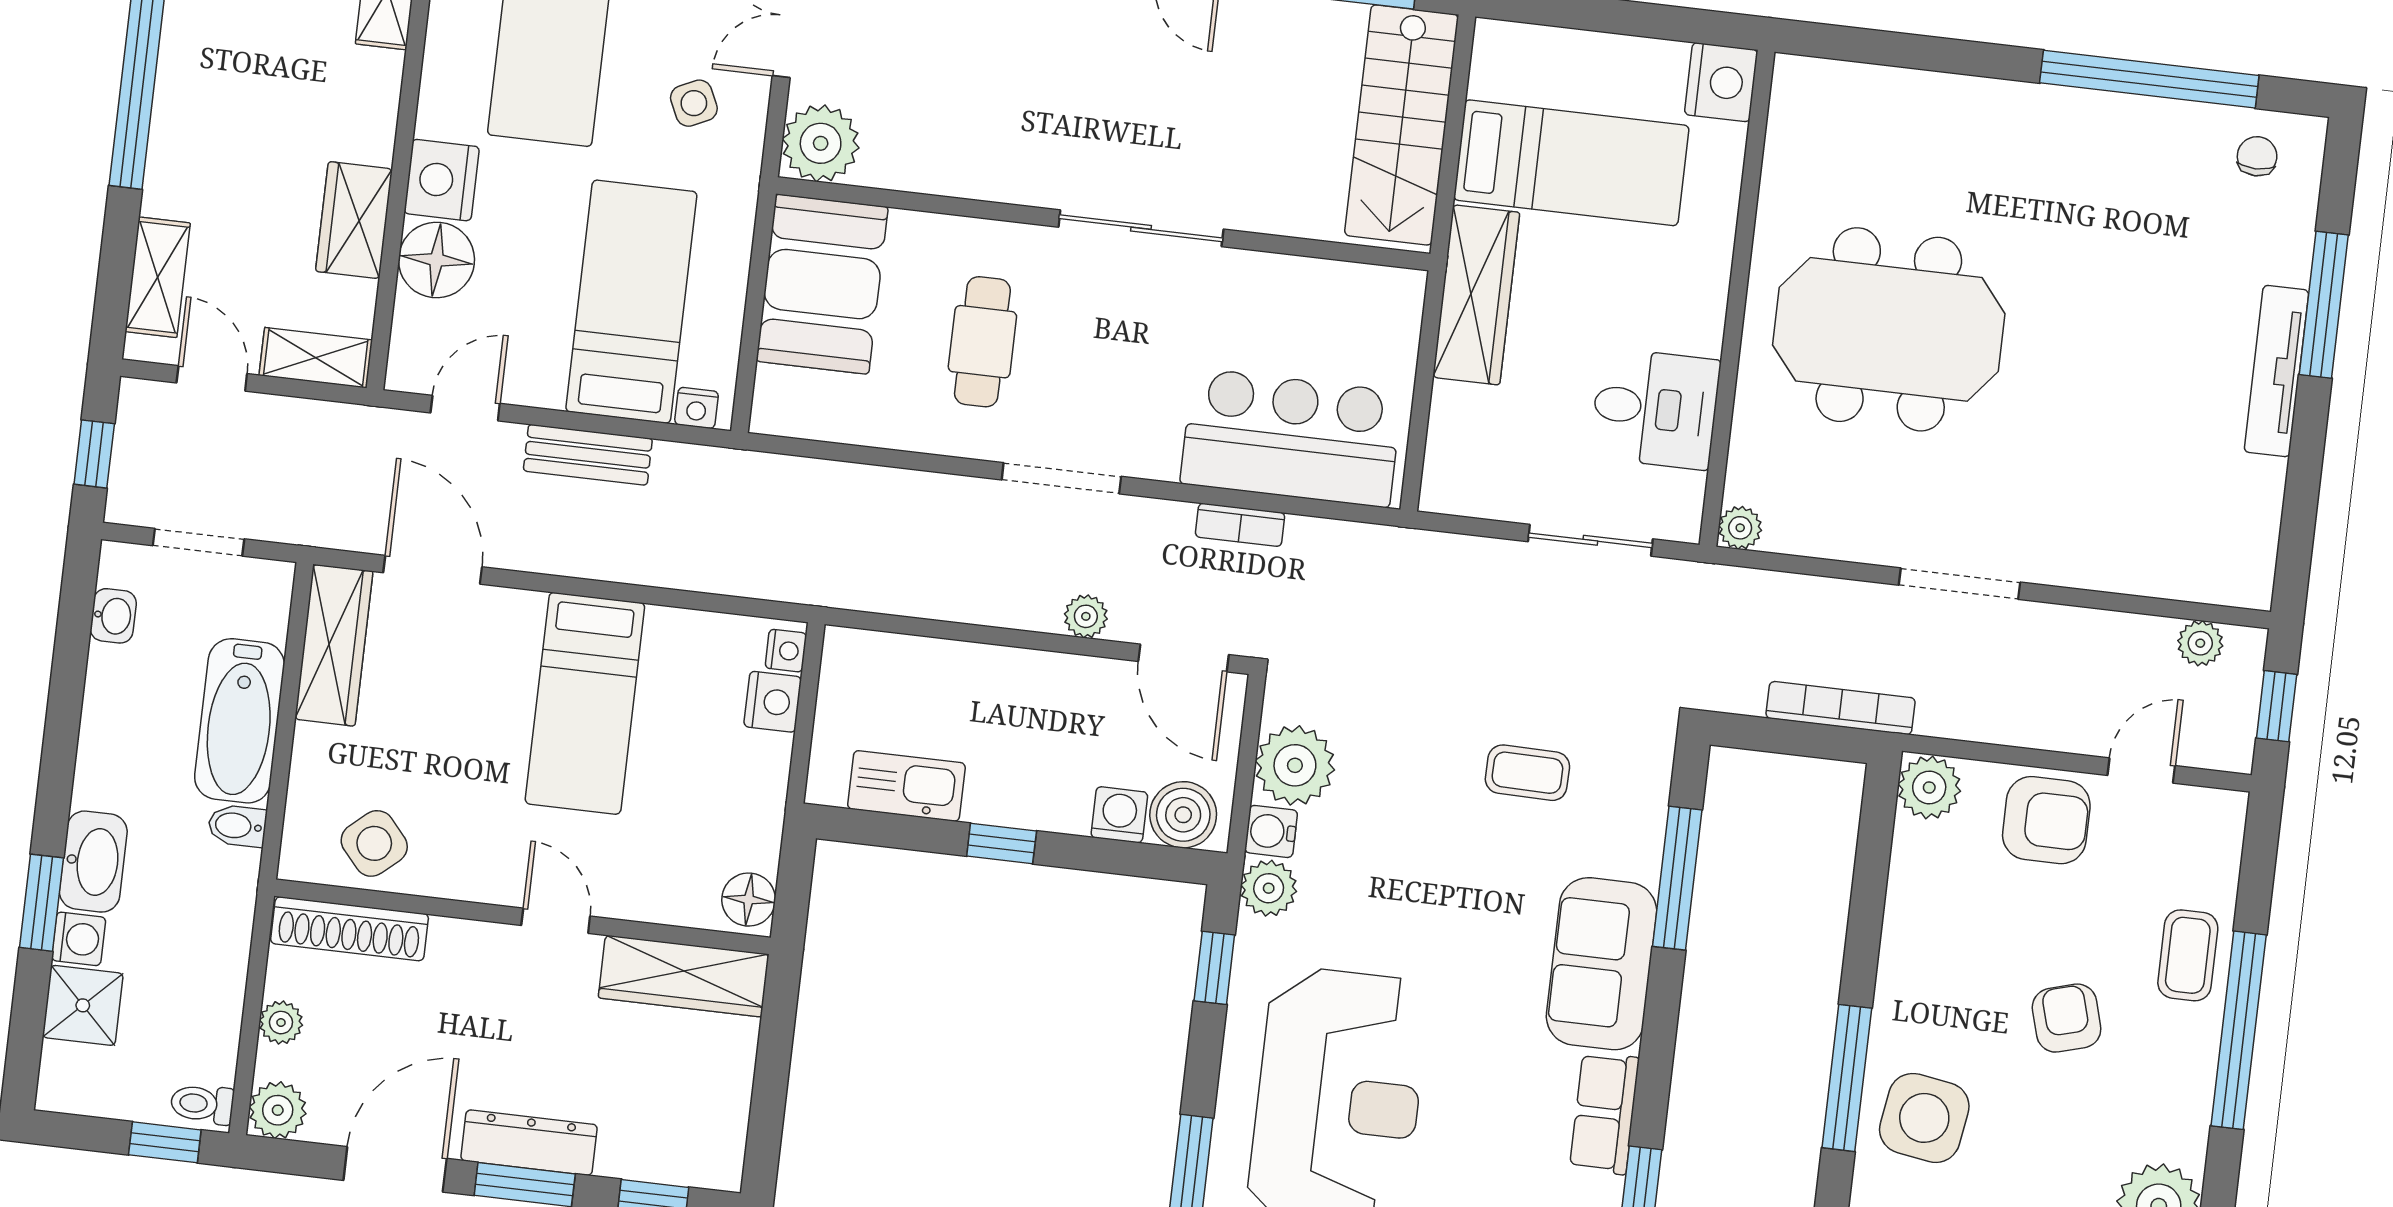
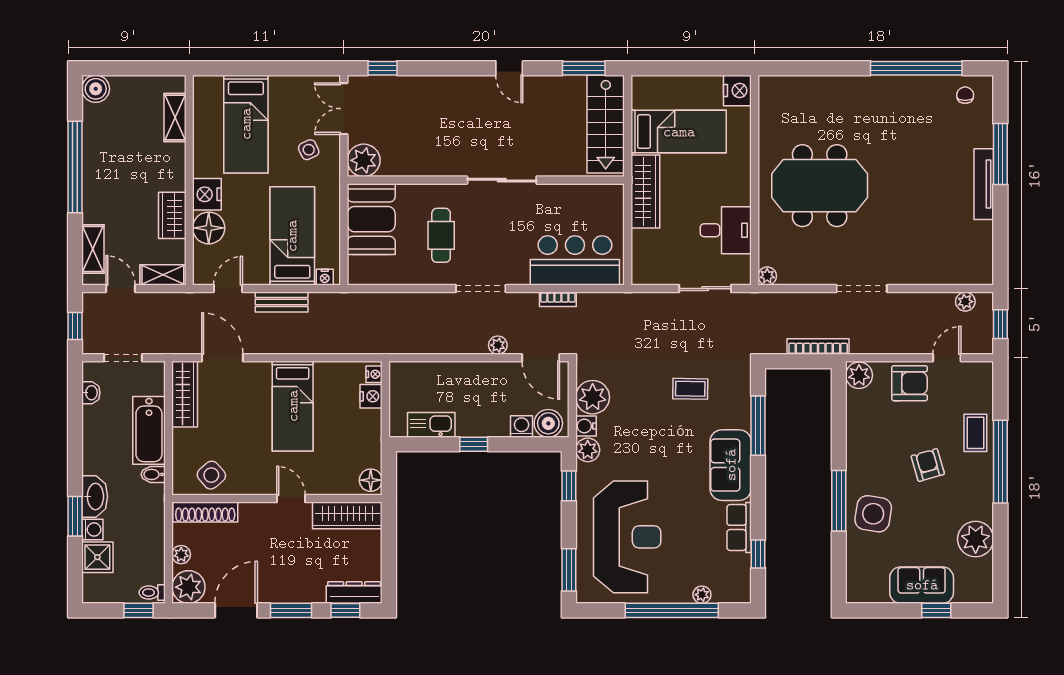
plant: (278, 1110) -> (188, 587), width x1.36, depth x1.36
dresser: (529, 1143) -> (354, 593), moved

